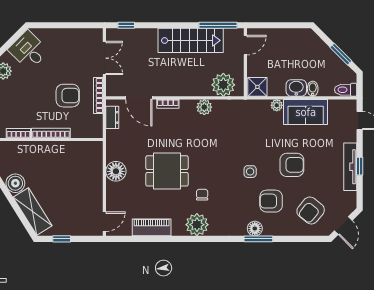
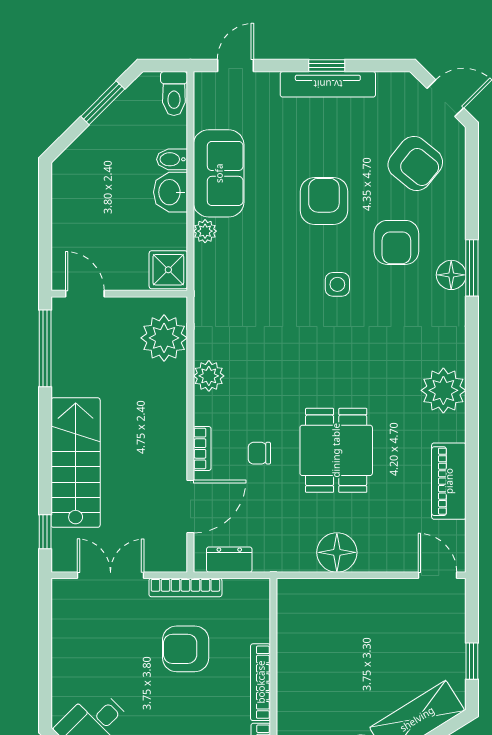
stairs: (191, 40) -> (76, 463), moved
armchair: (68, 96) -> (186, 649), turned -90
chair: (202, 195) -> (259, 453), moved

